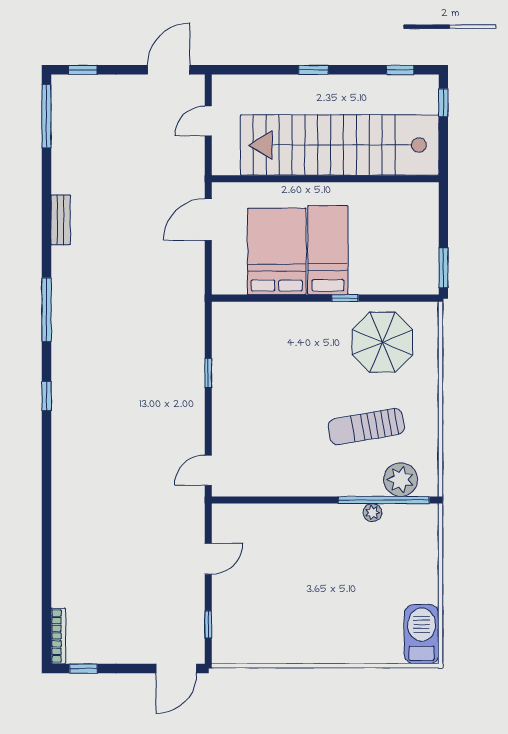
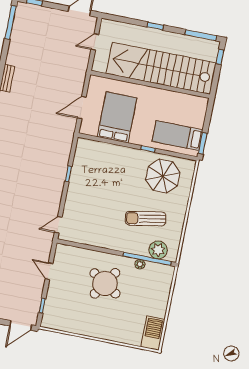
window: (400, 70) -> (201, 35), width x2.17
door: (208, 220) -> (82, 108), moved
bed: (328, 250) -> (177, 136), moved, turned -90
door: (208, 559) -> (49, 271), swing flipped
round table: (315, 561) -> (105, 283), added

